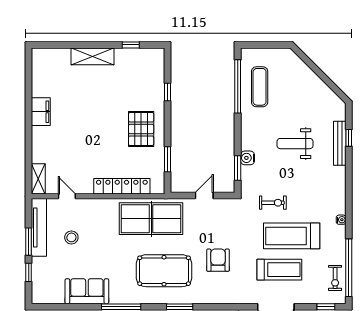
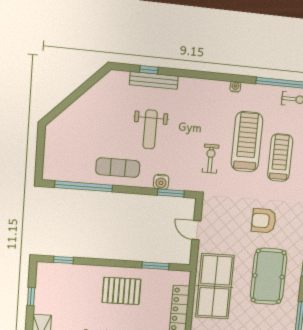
exercise mat: (260, 87) -> (118, 168), moved
window: (167, 92) -> (64, 260), moved
treadmill: (292, 236) -> (247, 142), turned 180

